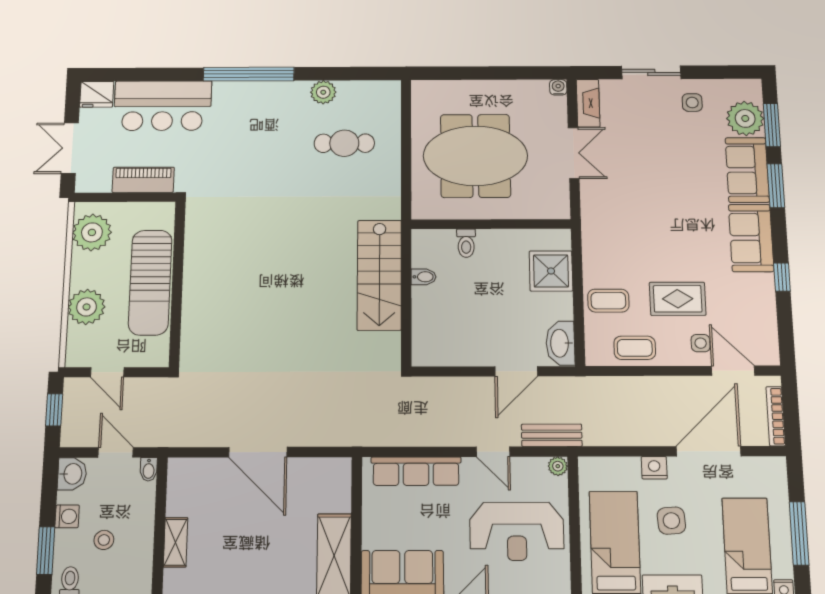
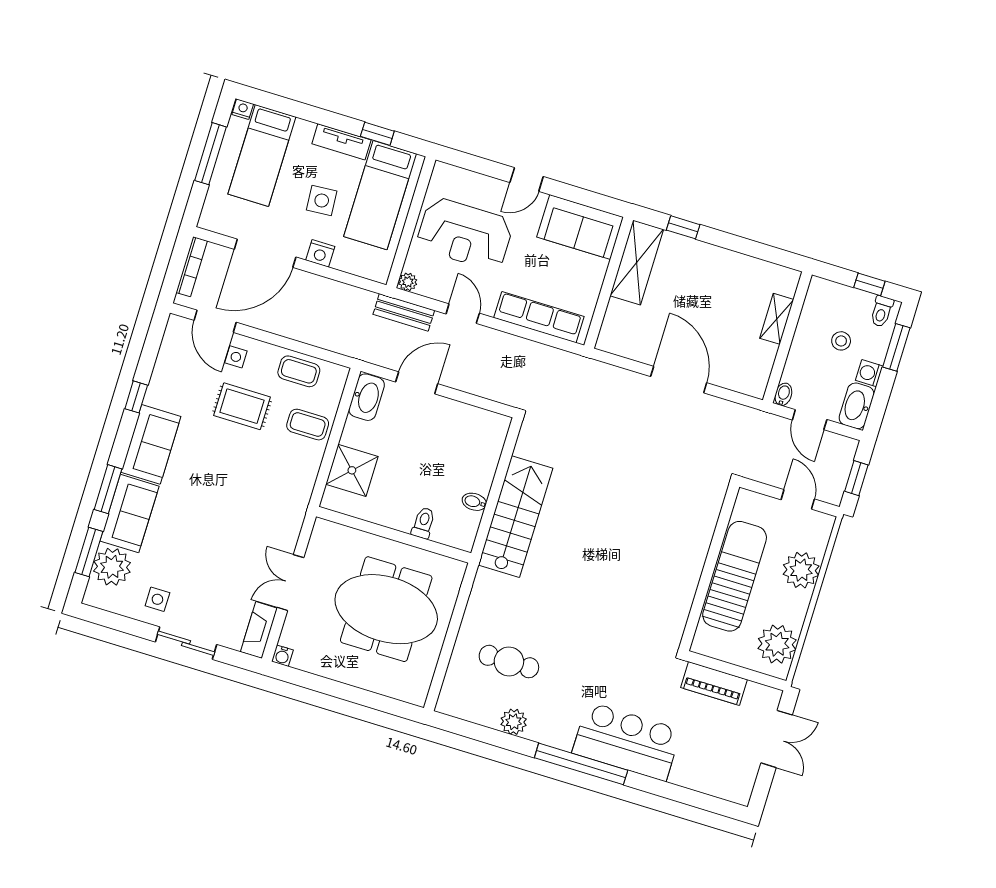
fridge: (97, 94) -> (736, 788), removed
bar counter: (163, 106) -> (627, 741), moved
washbasin: (72, 474) -> (857, 406), width x1.38
reception desk: (517, 531) -> (465, 234), turned 180

